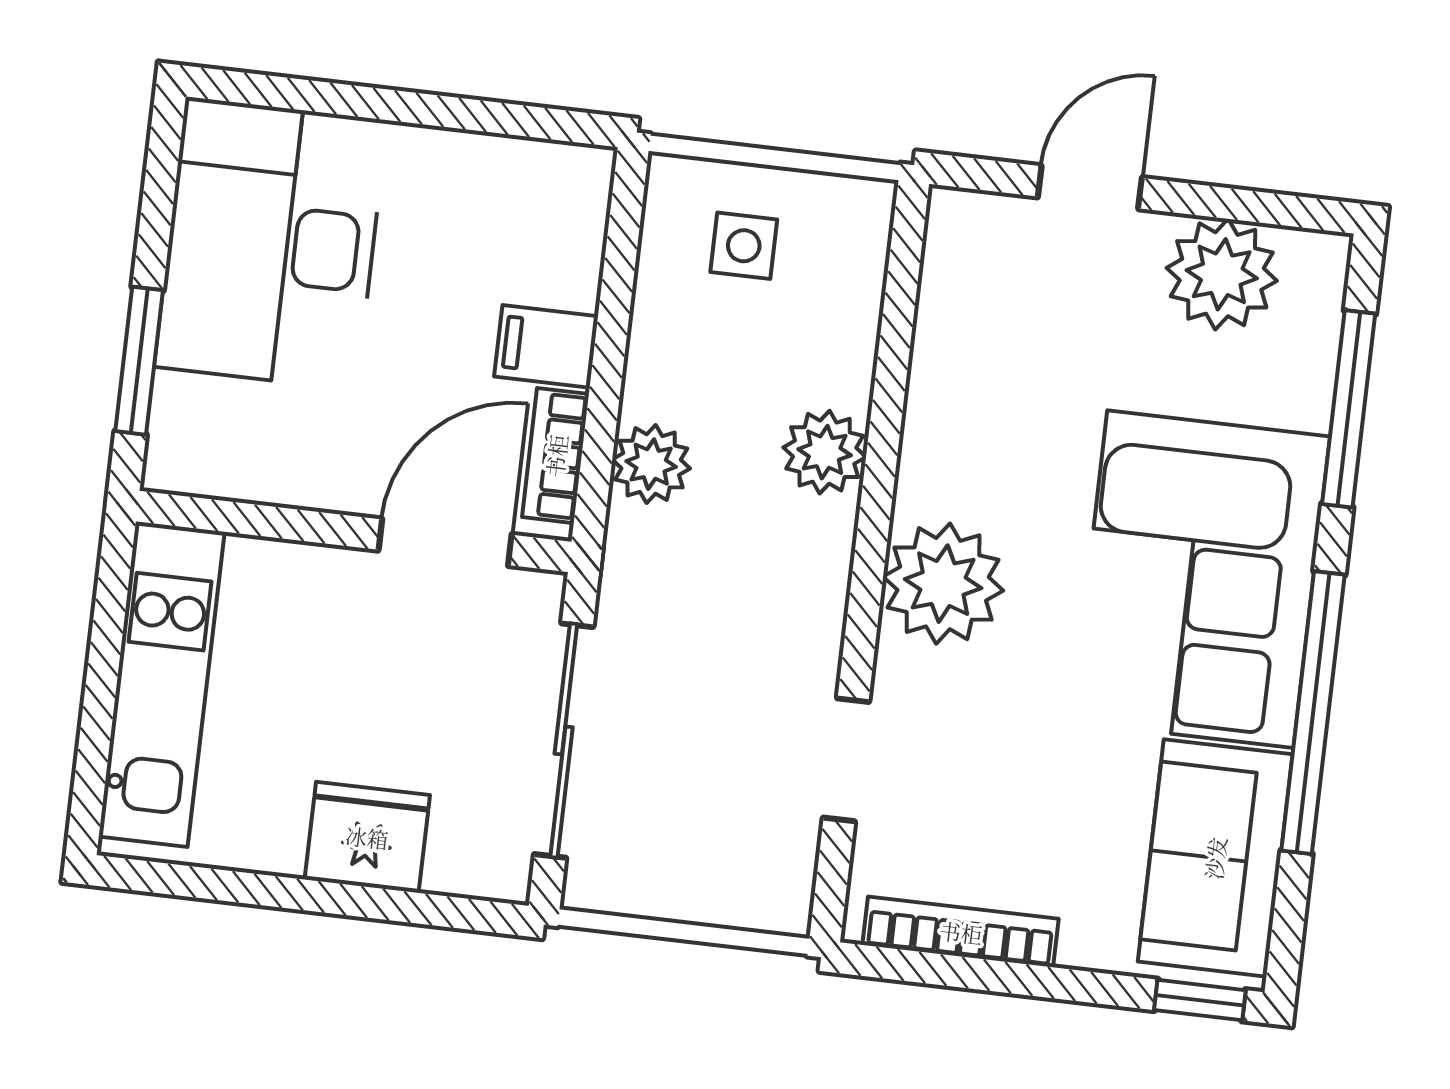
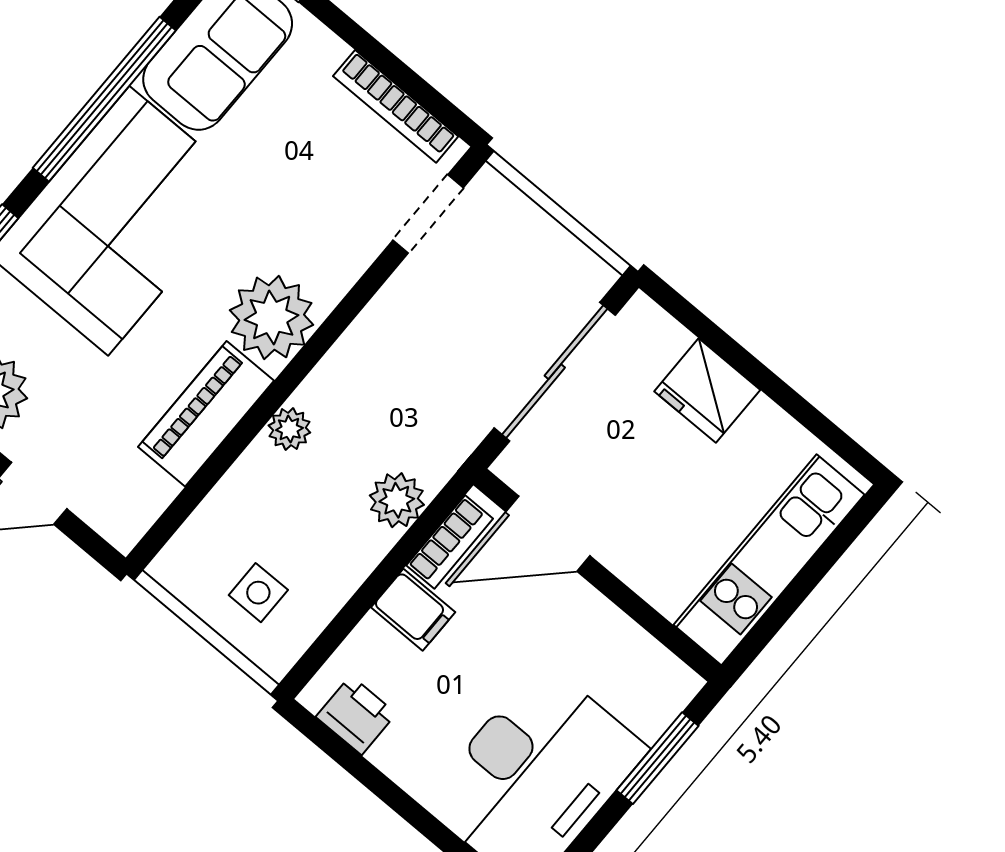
printer: (532, 176) -> (356, 715), added
piano: (946, 418) -> (206, 414), added
plant: (825, 452) -> (289, 429), width x0.73, depth x0.73
doorway: (846, 760) -> (428, 214), moved

